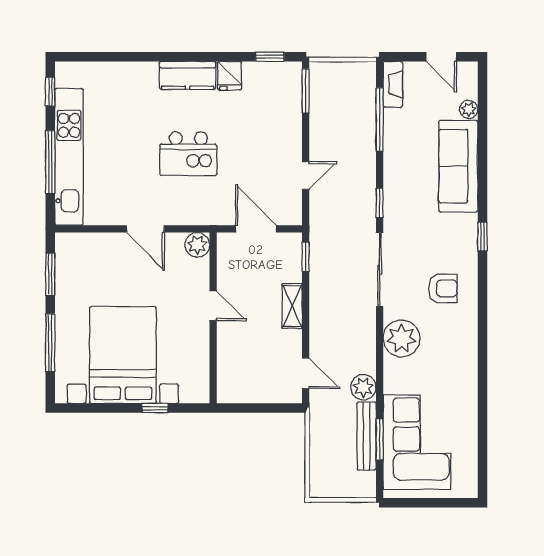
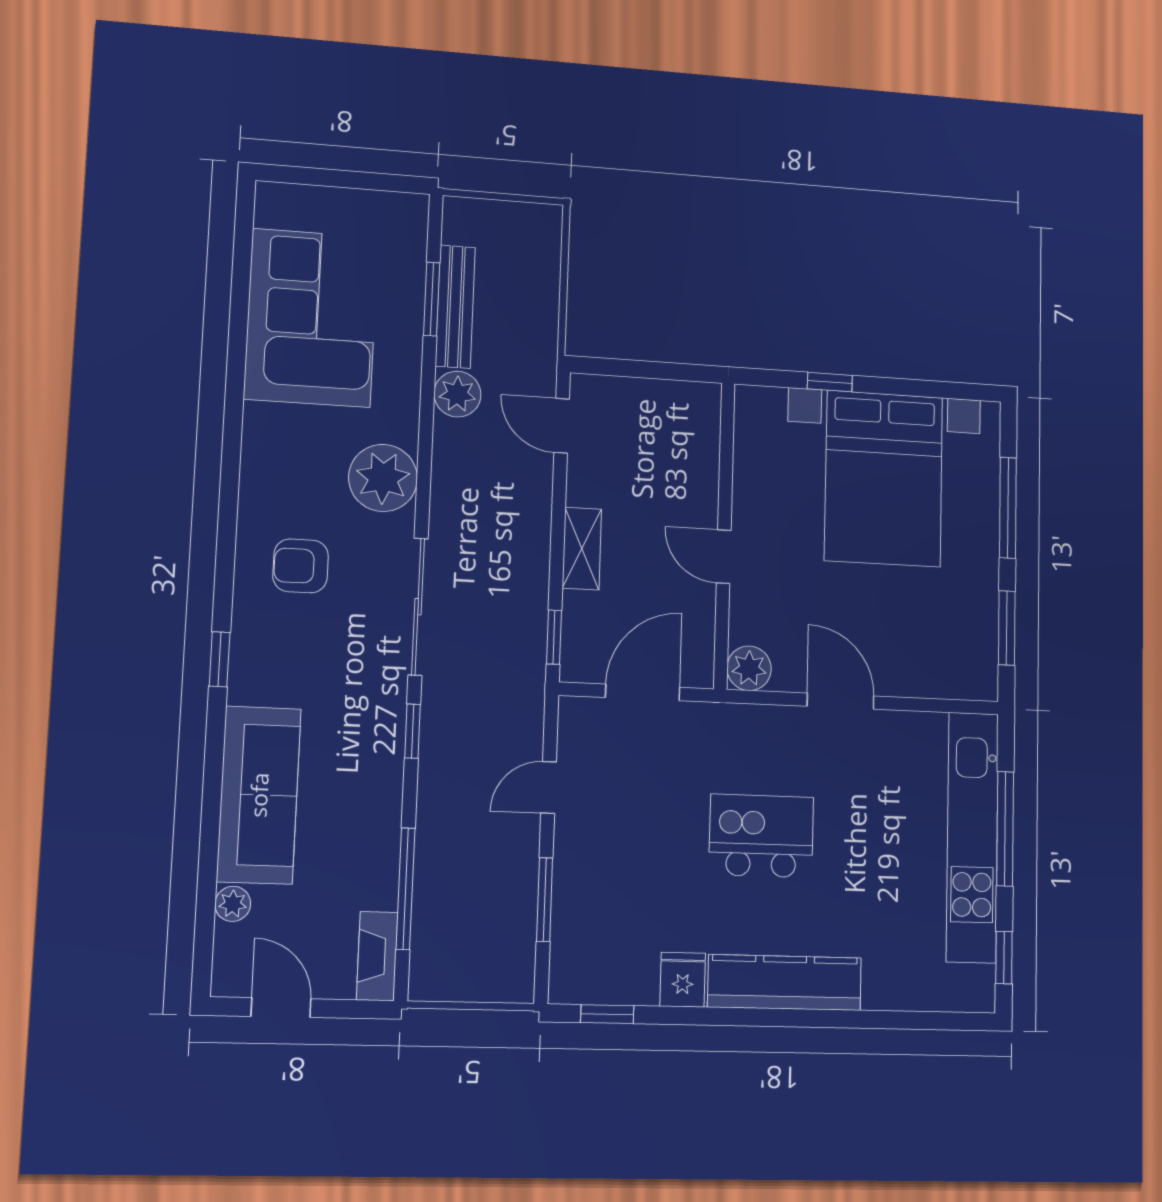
kitchen counter: (188, 75) -> (785, 982), width x1.50
window: (306, 91) -> (545, 900), moved
door: (256, 229) -> (643, 692), swing flipped
corner sofa: (417, 442) -> (311, 318), moved, turned 180

